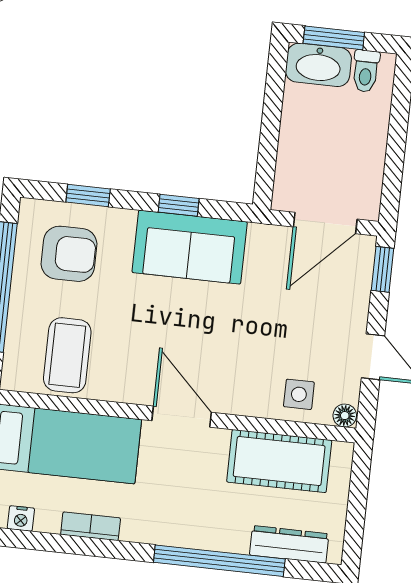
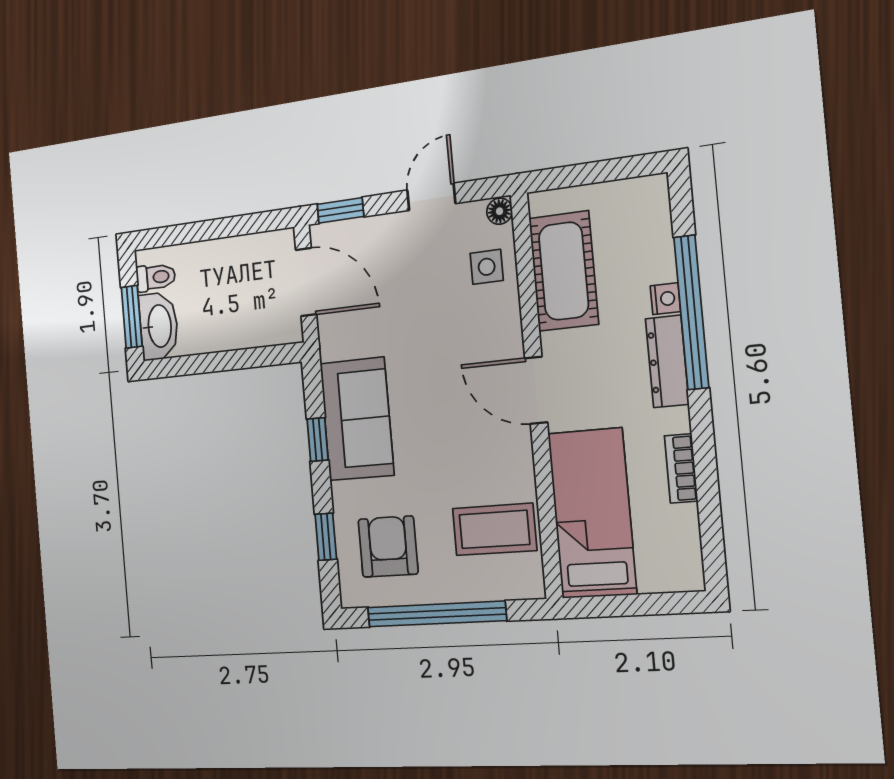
door: (182, 417) -> (536, 390), hinge flipped
nightstand: (21, 518) -> (665, 299), moved
dresser: (289, 544) -> (667, 361), moved

